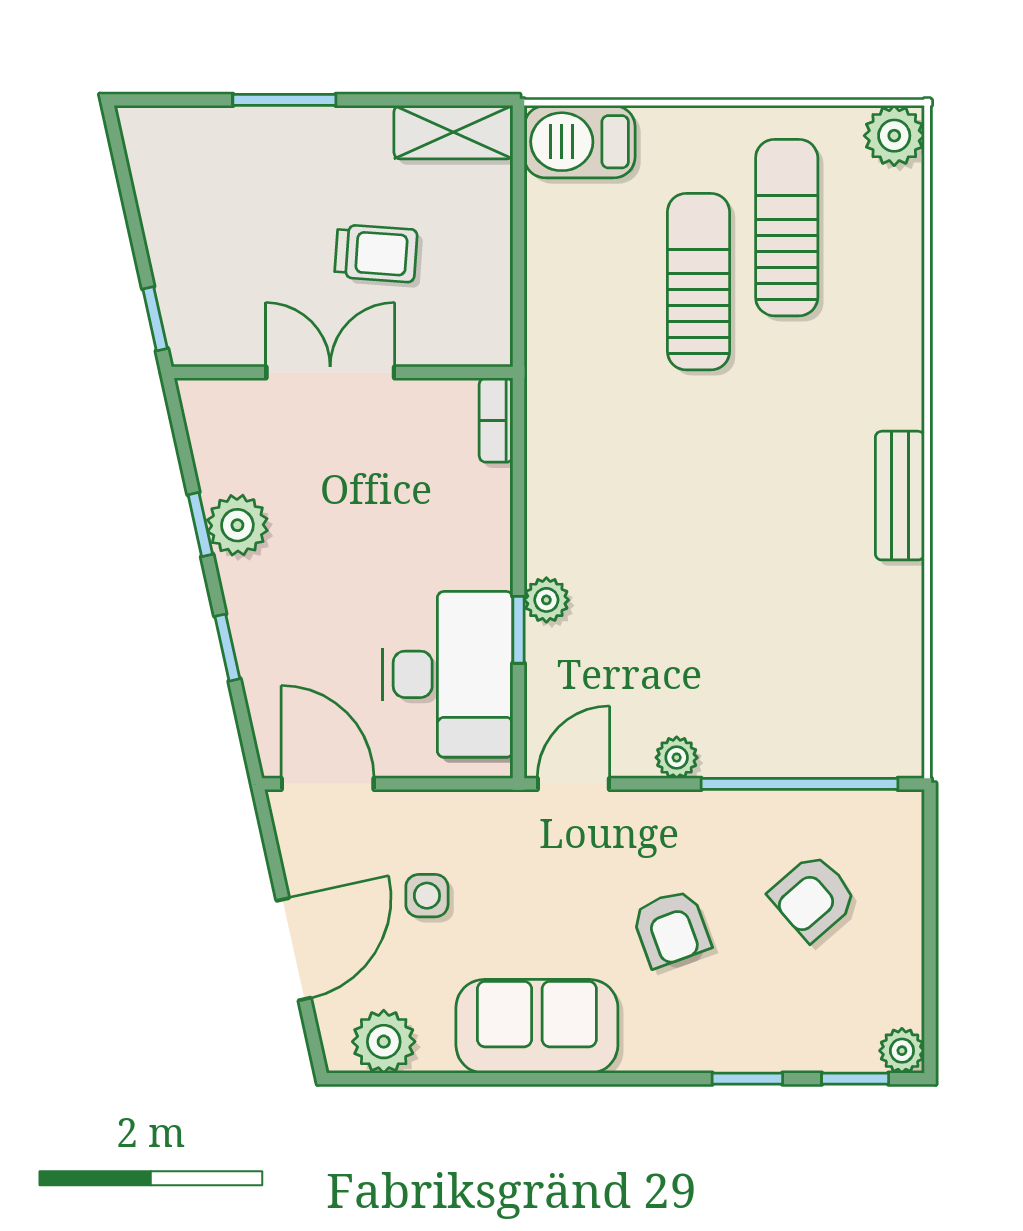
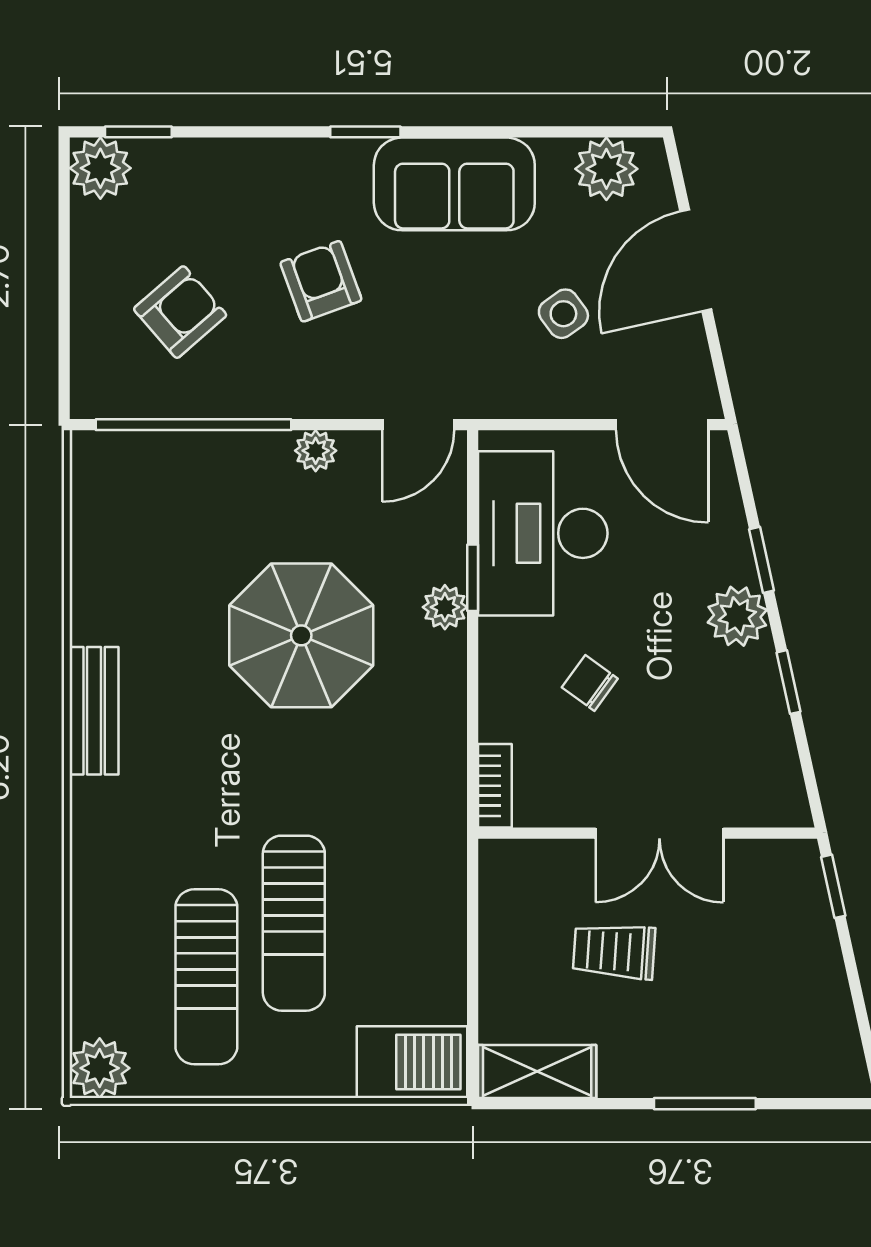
chair: (400, 524) -> (590, 683), added
plant: (237, 525) -> (737, 616), moved
parasol: (691, 572) -> (301, 635), added
side table: (427, 896) -> (563, 314), turned -36
plant: (902, 1051) -> (100, 168), width x1.38, depth x1.38
window: (747, 1079) -> (365, 132), moved

